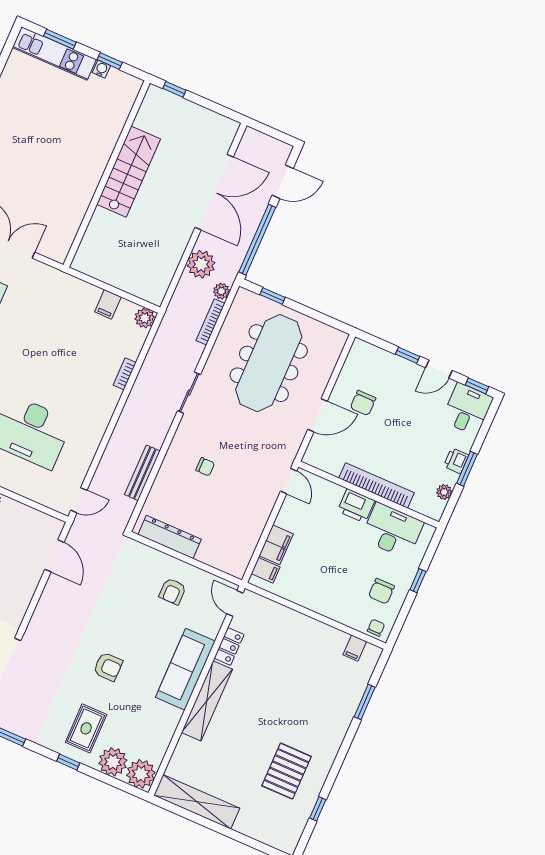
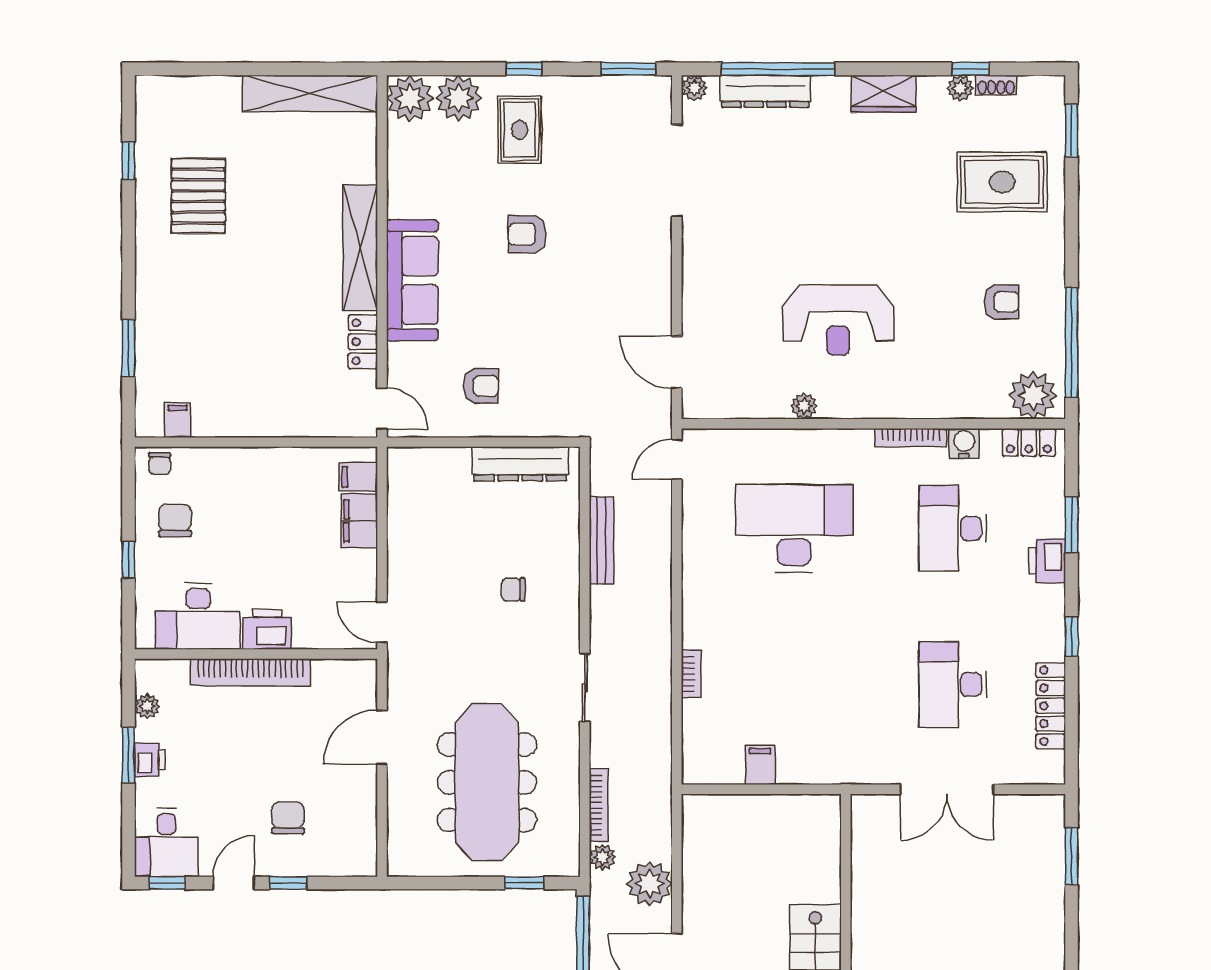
plant: (145, 318) -> (698, 769), removed
chair: (363, 403) -> (288, 818), moved
armchair: (173, 591) -> (481, 386), turned 90

